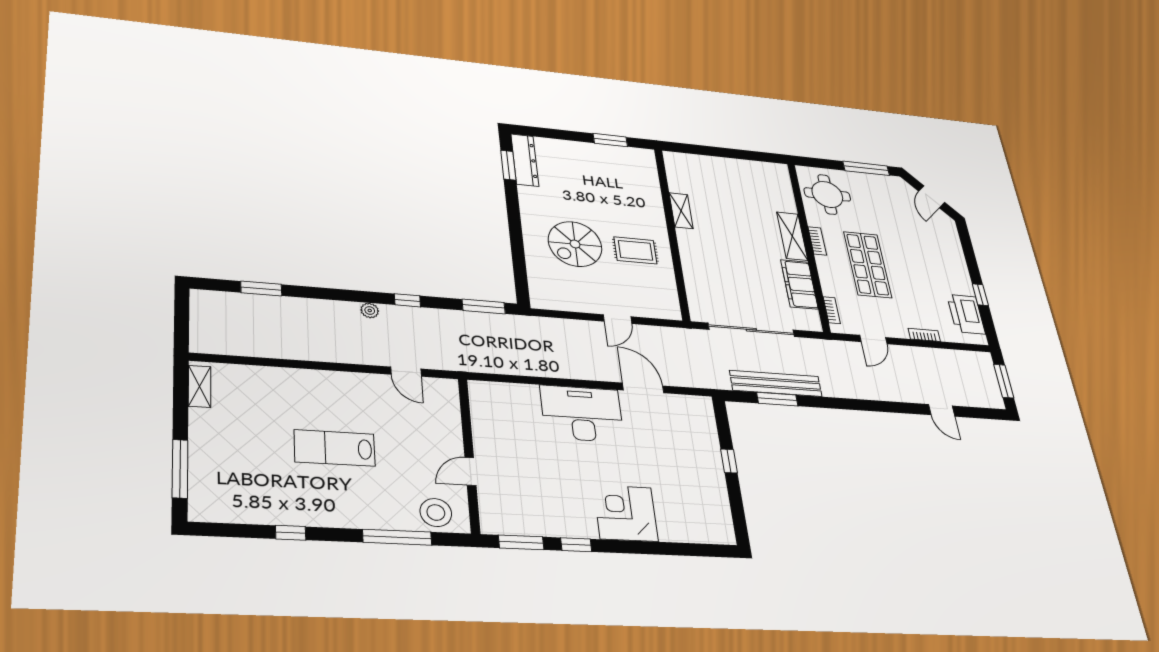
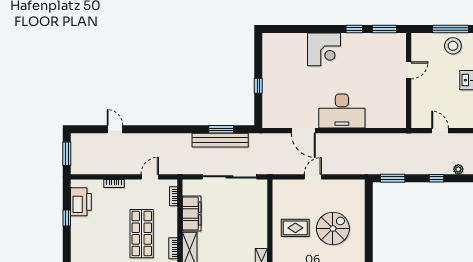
stool: (436, 513) -> (453, 46), moved

